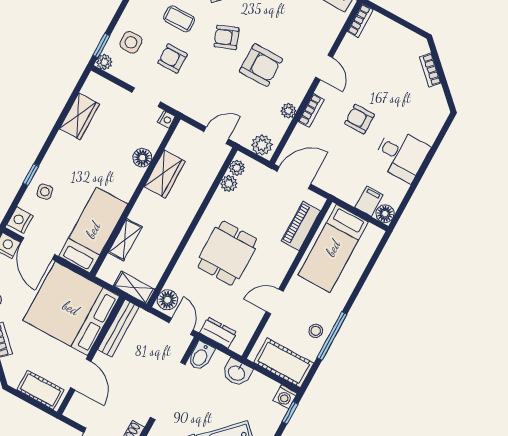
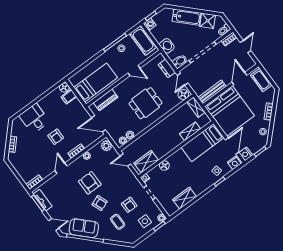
desk: (401, 155) -> (34, 119), moved
wardrobe: (165, 174) -> (146, 162), moved

